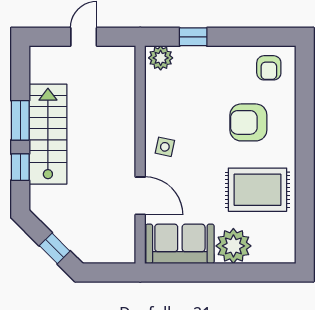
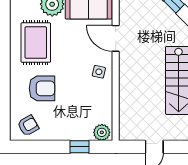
armchair: (269, 68) -> (28, 126), turned 60
rug: (257, 190) -> (36, 43), turned 90

